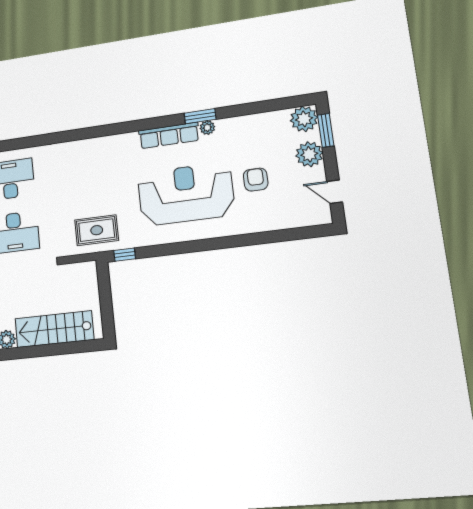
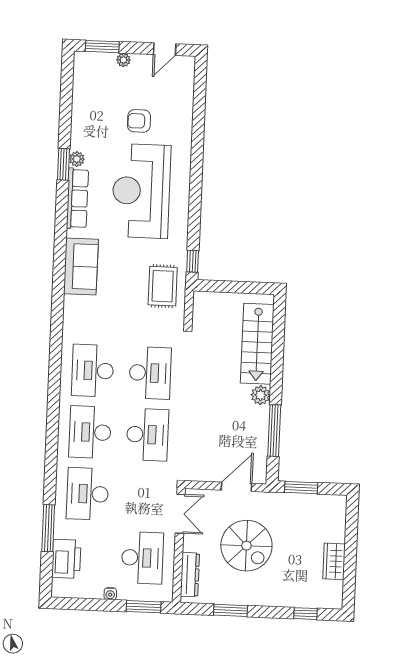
plant: (304, 119) -> (87, 65), removed
sofa: (104, 151) -> (81, 266), added
plant: (309, 154) -> (123, 60), width x0.53, depth x0.53

